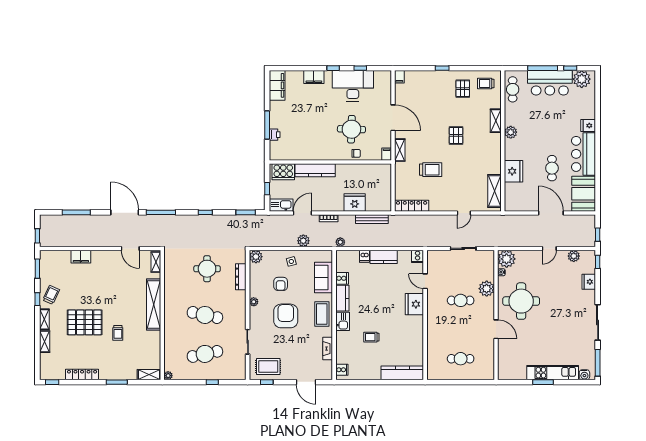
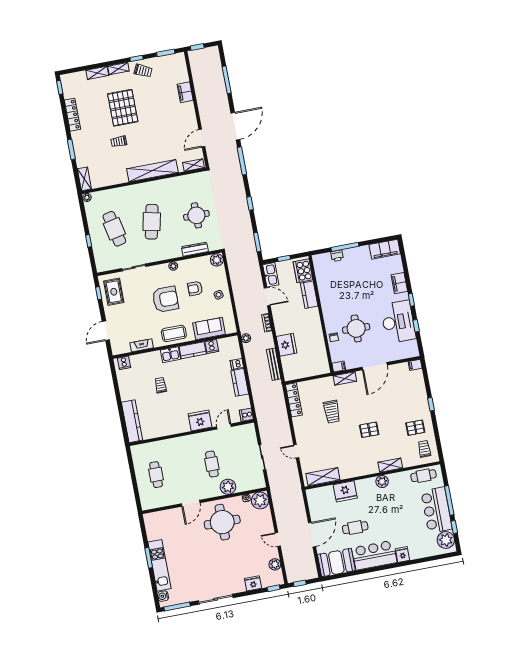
kitchen counter: (315, 170) -> (309, 295), width x0.67
plant: (303, 241) -> (241, 303), removed

